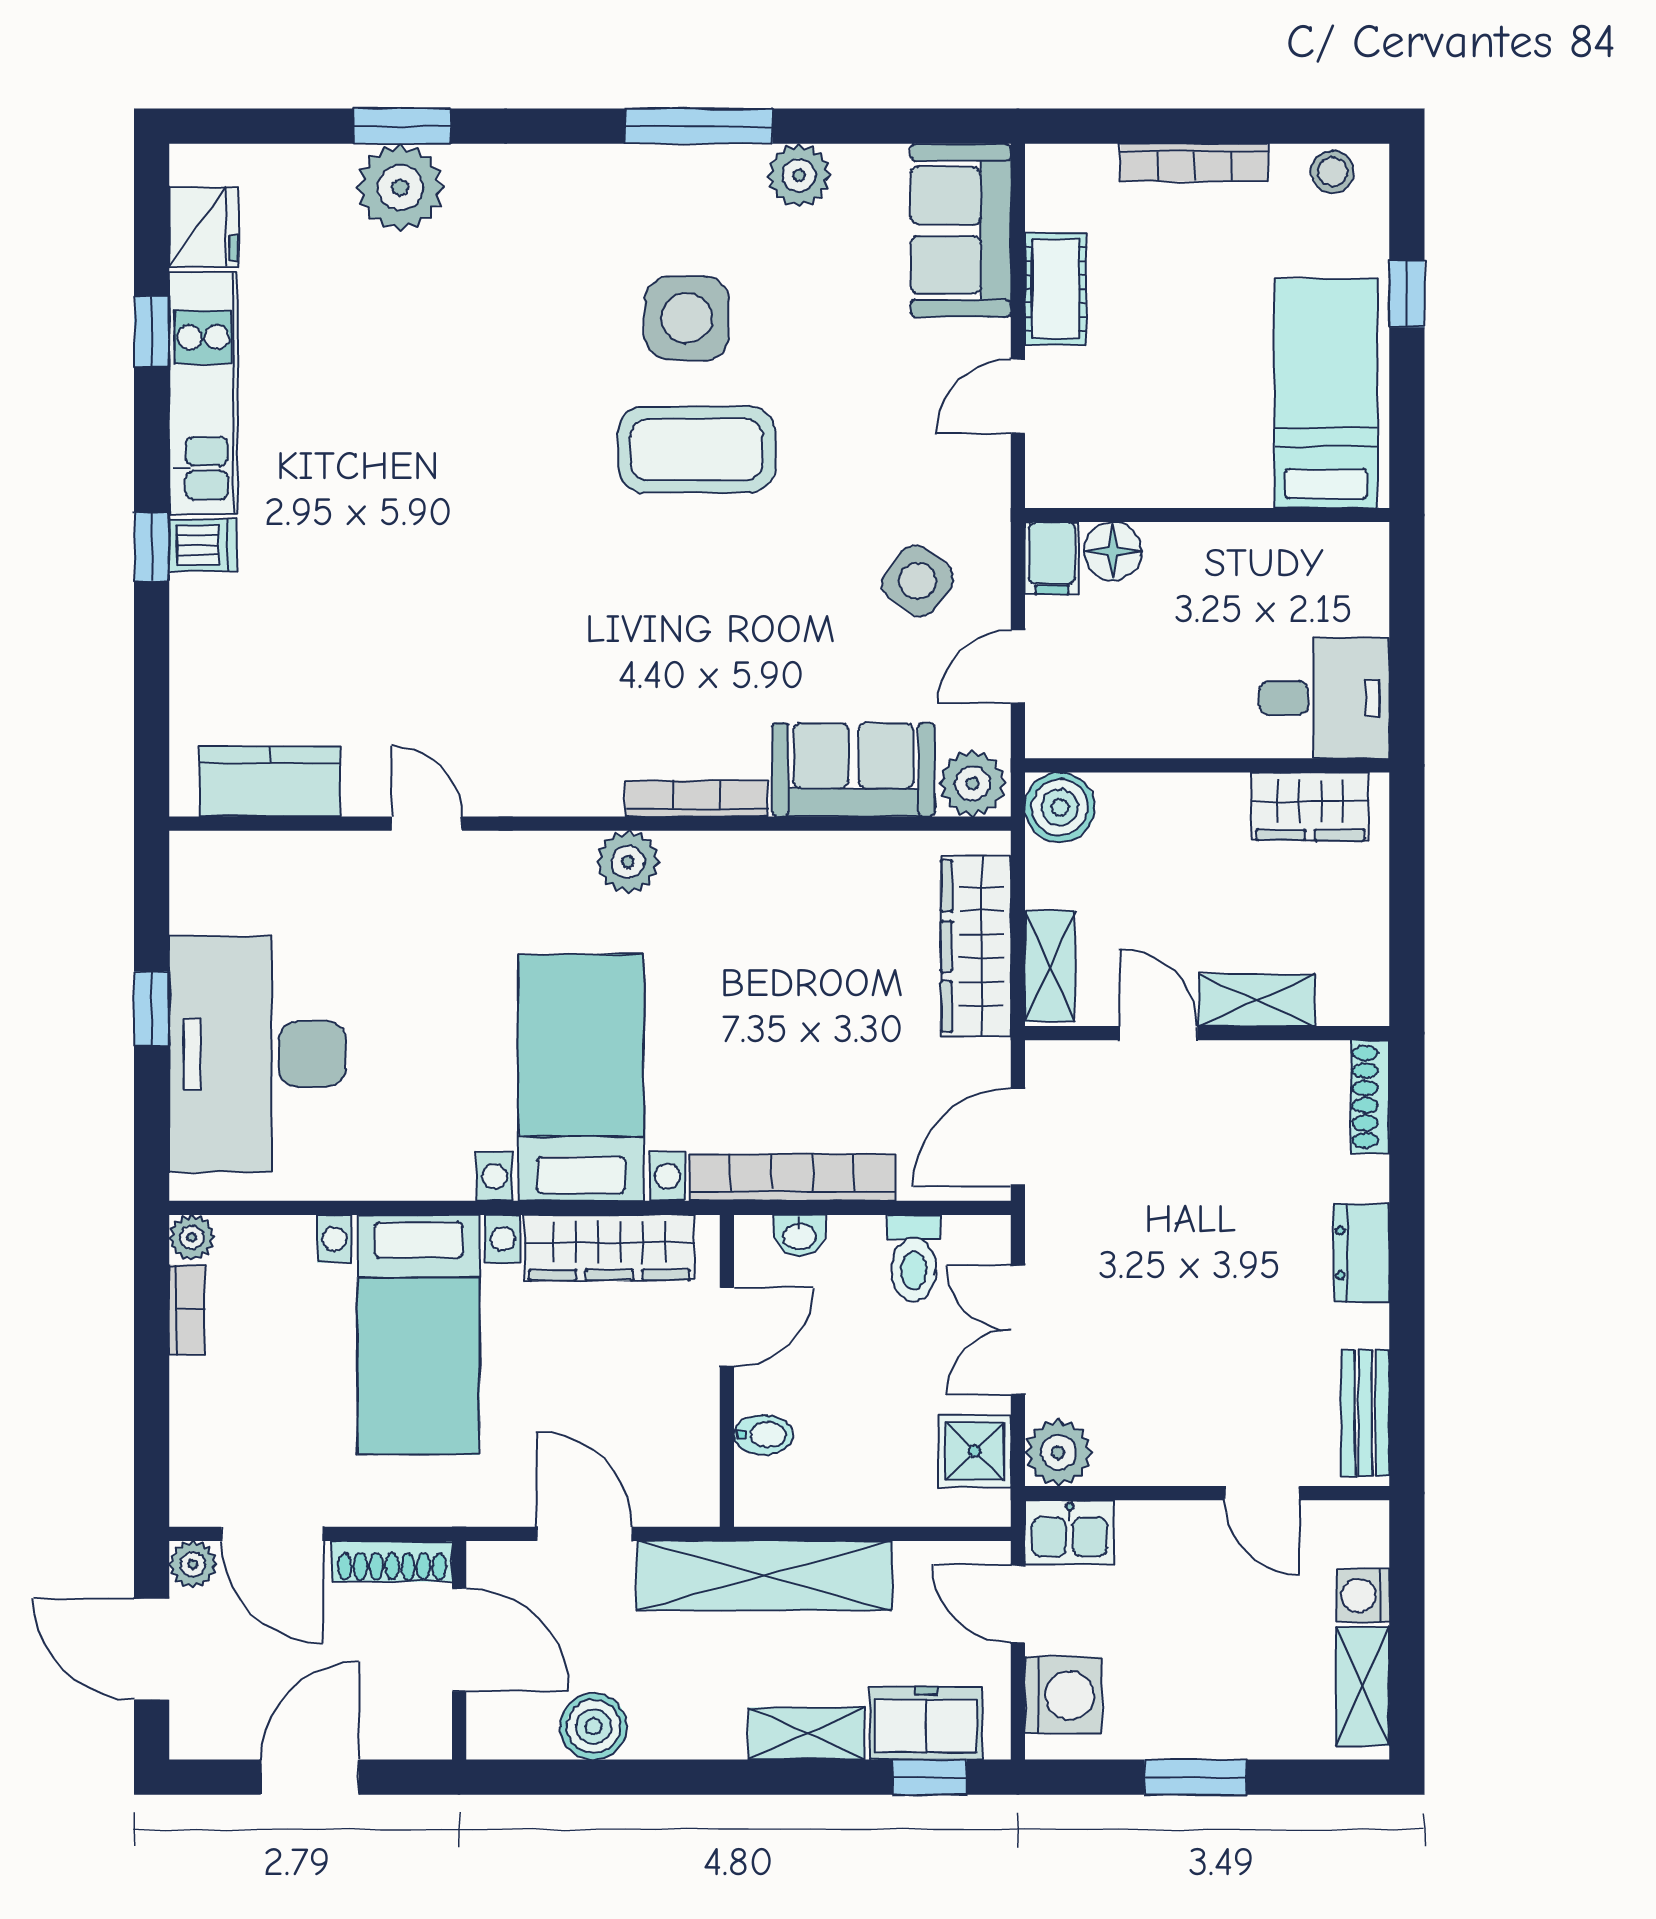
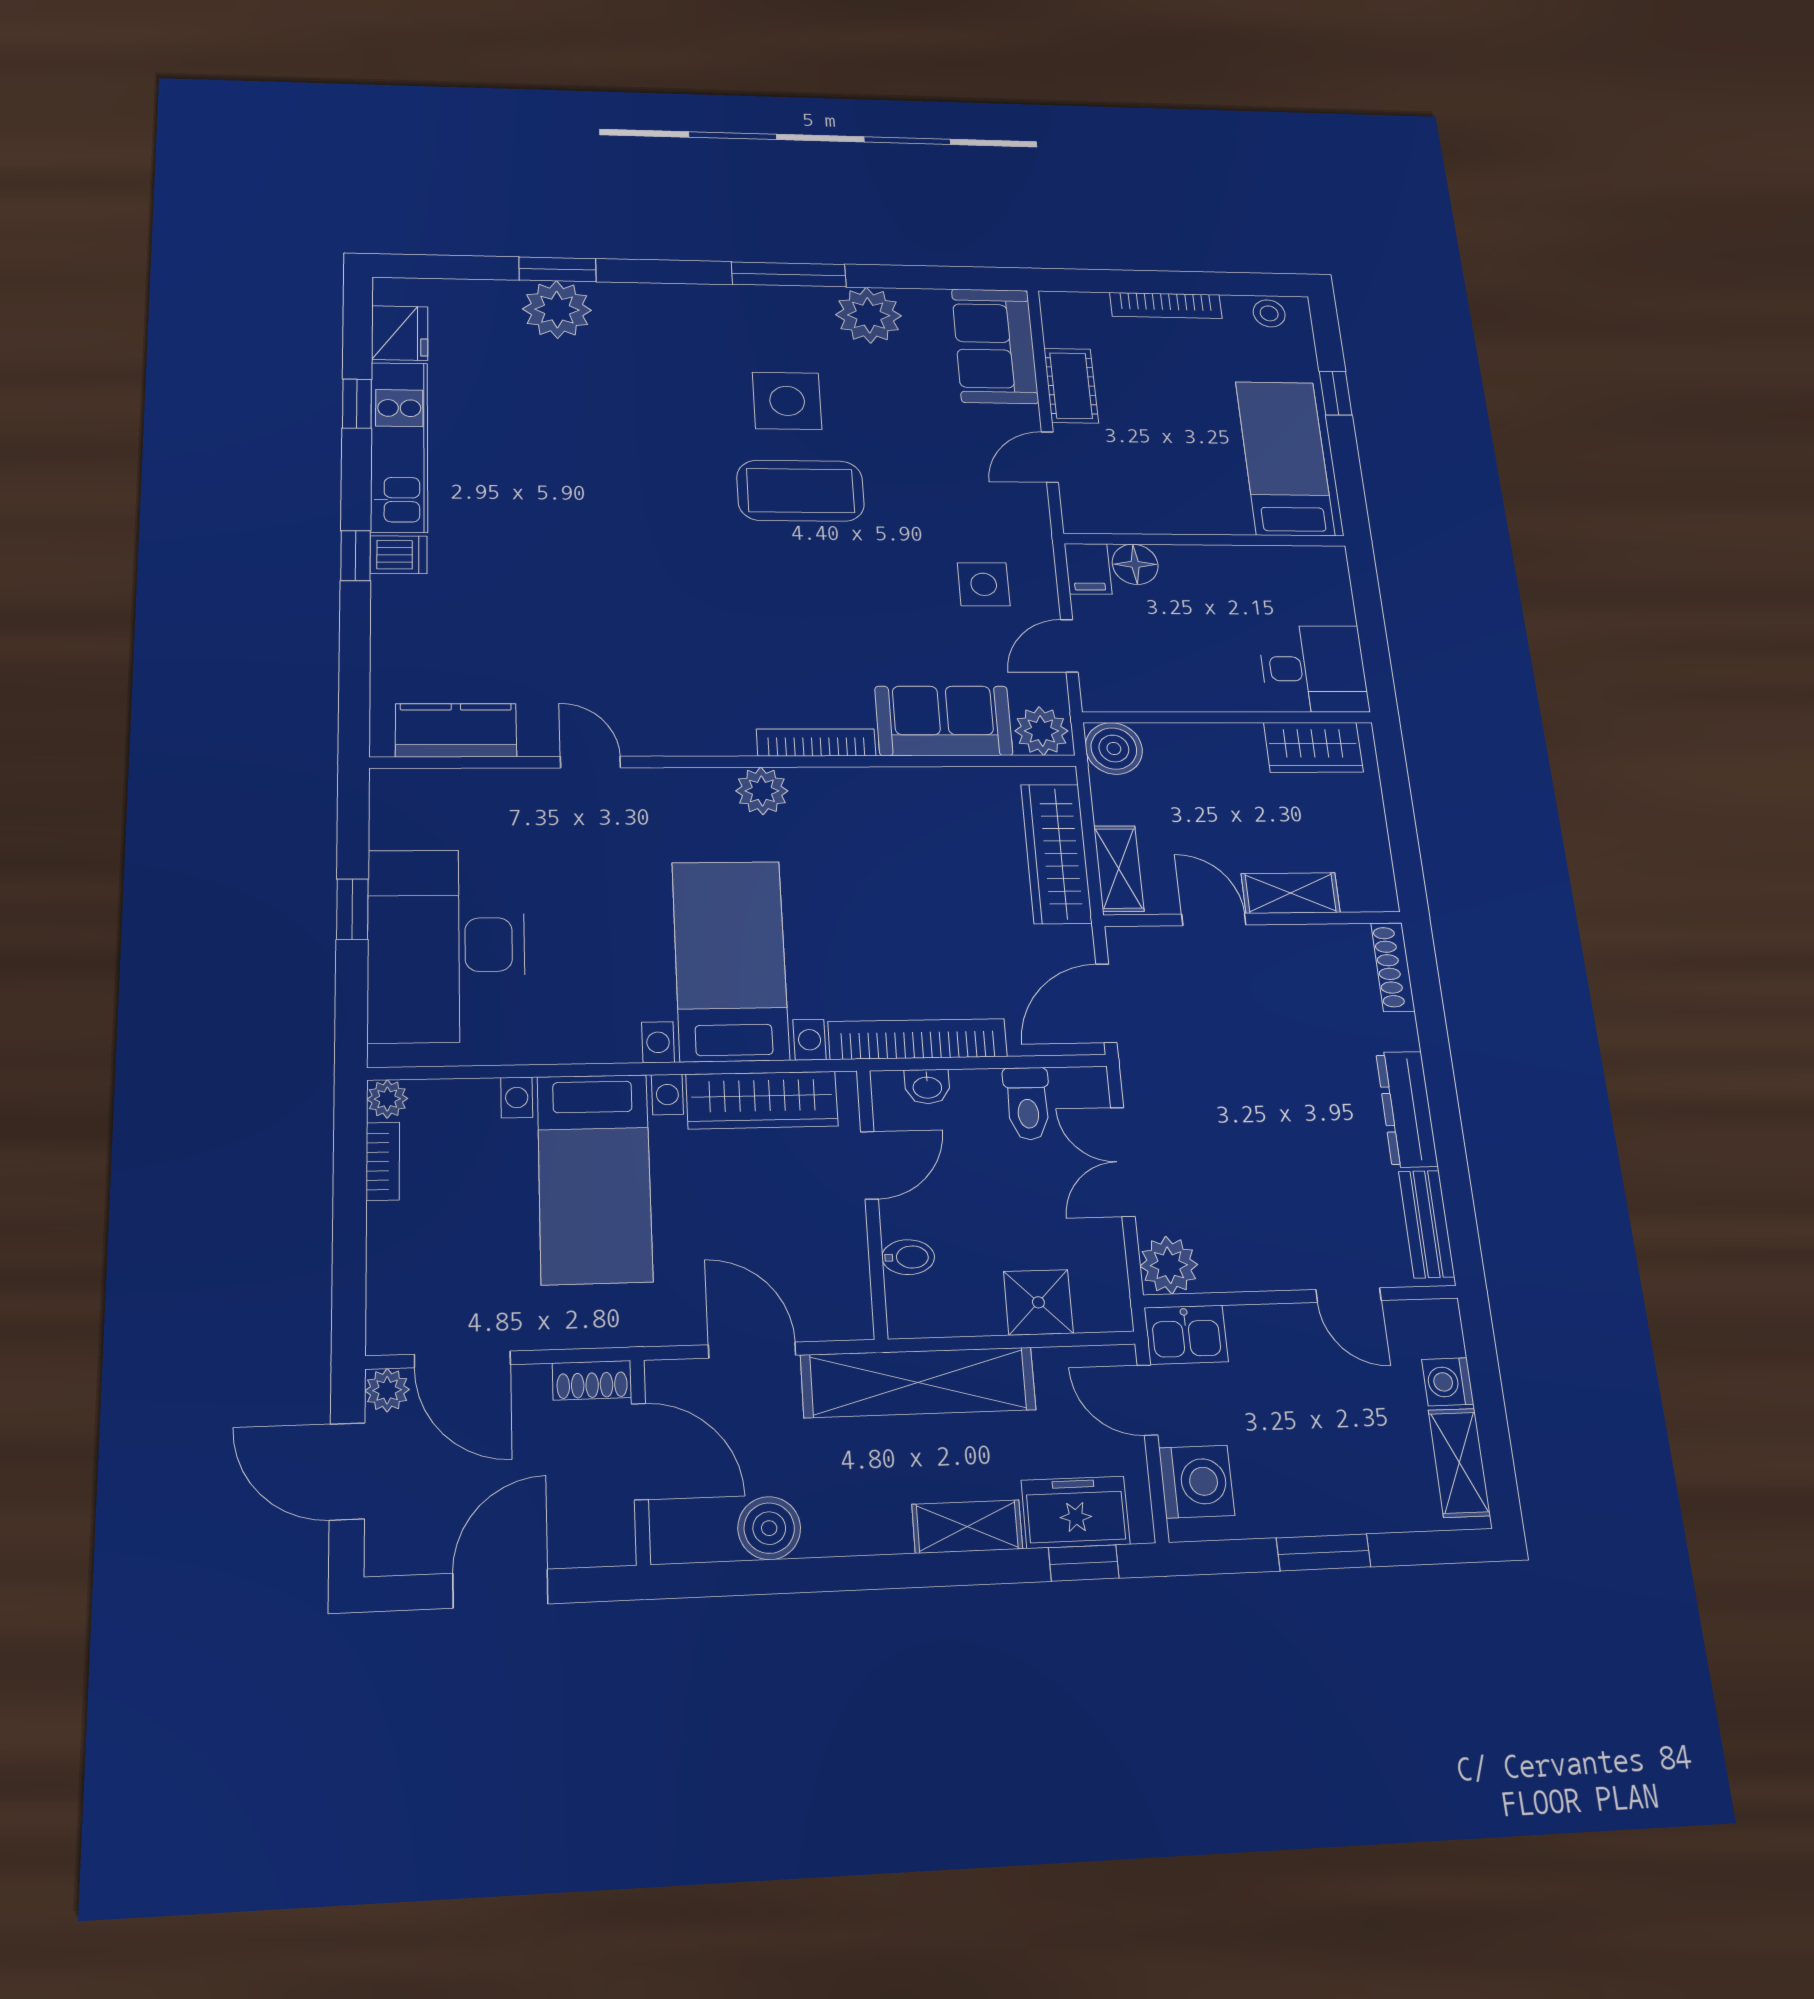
plant: (799, 175) -> (869, 315), width x1.36, depth x1.36
side table: (918, 581) -> (984, 584), turned -37
dresser: (1362, 1253) -> (1407, 1109), width x1.44
shower: (975, 1451) -> (1038, 1302), moved
shoe rack: (392, 1561) -> (592, 1380), width x0.70

